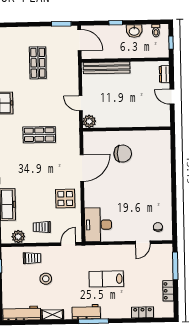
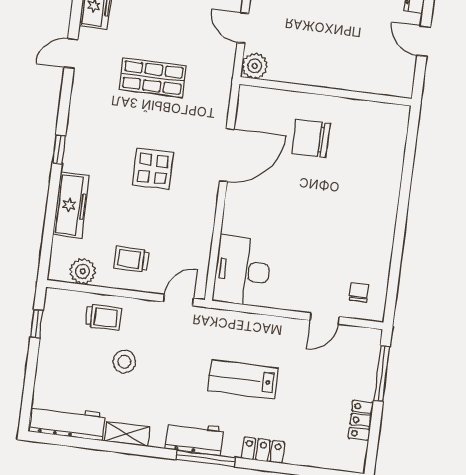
chair: (123, 154) -> (311, 138), turned 180
display table: (65, 199) -> (153, 169), moved
locker: (143, 312) -> (263, 450), moved

